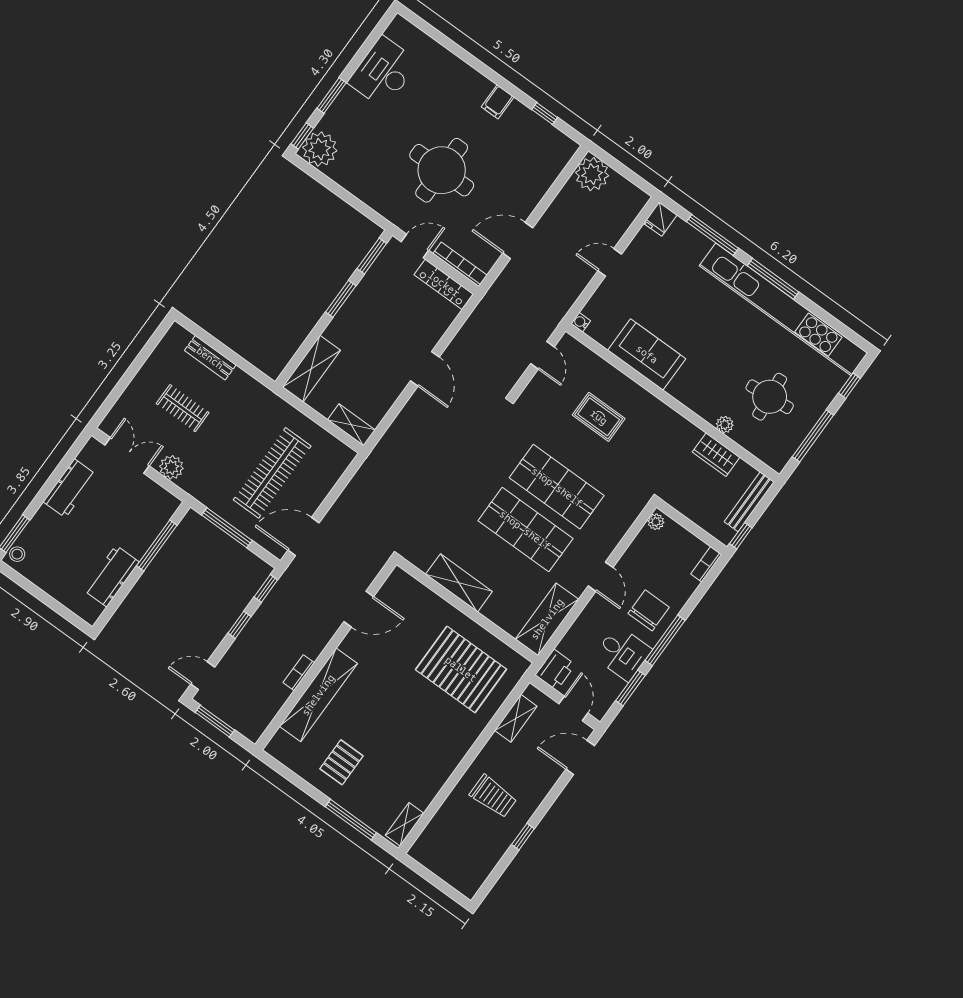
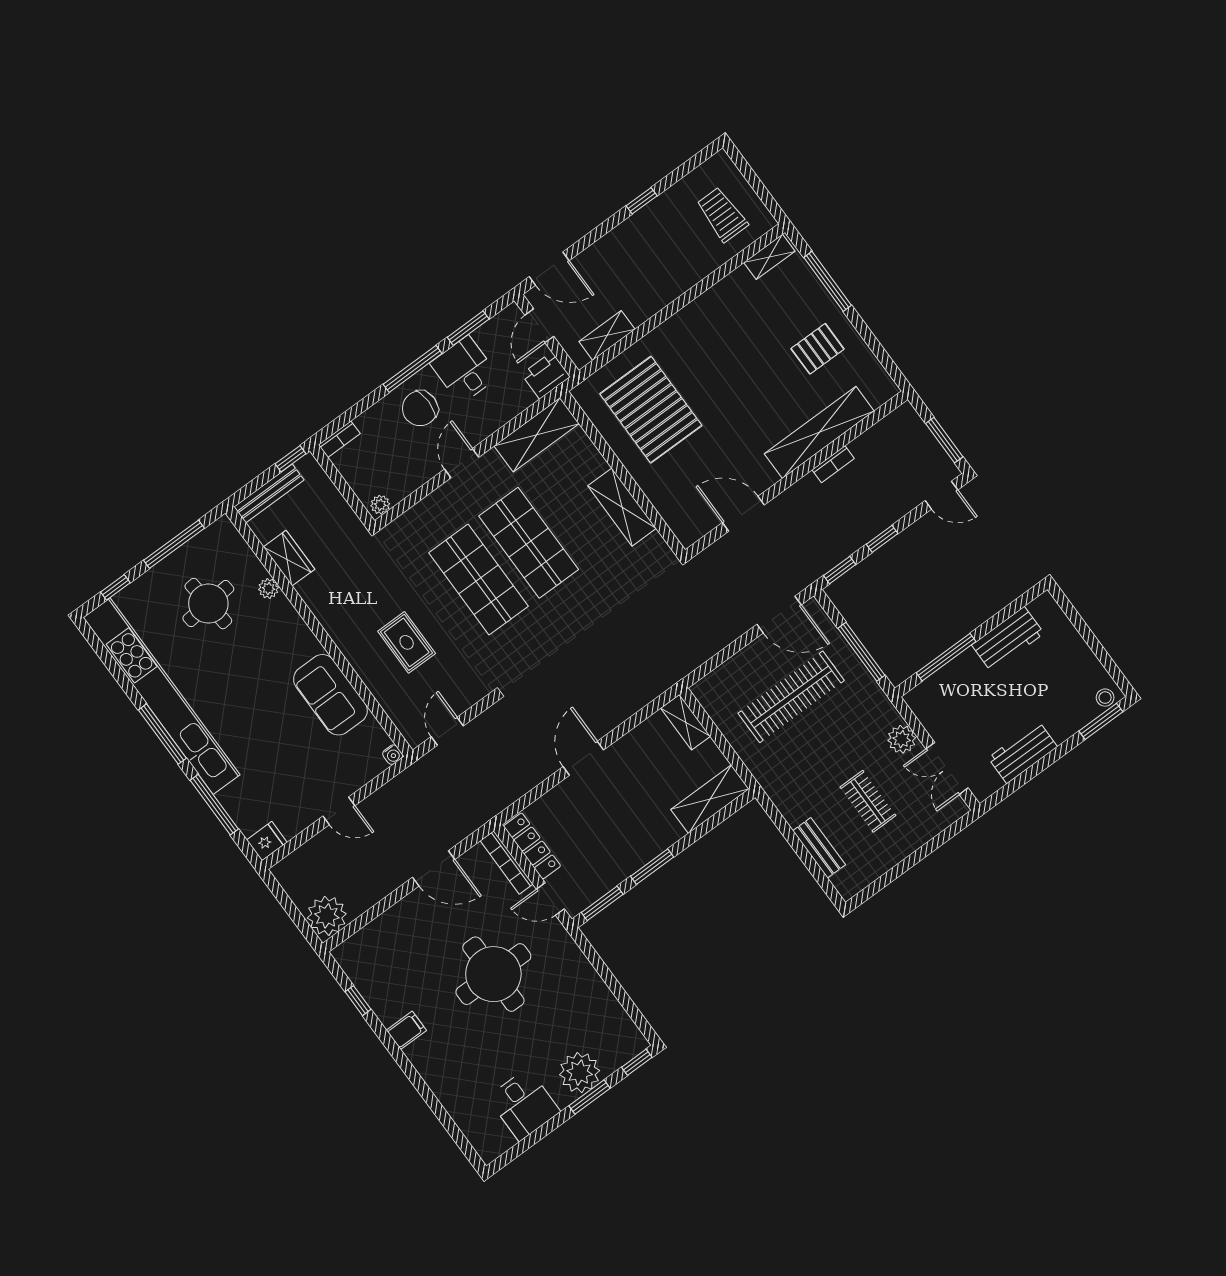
desk: (383, 72) -> (524, 1105), width x0.73
plant: (320, 149) -> (580, 1073), moved
trolley: (493, 796) -> (722, 215), moved

